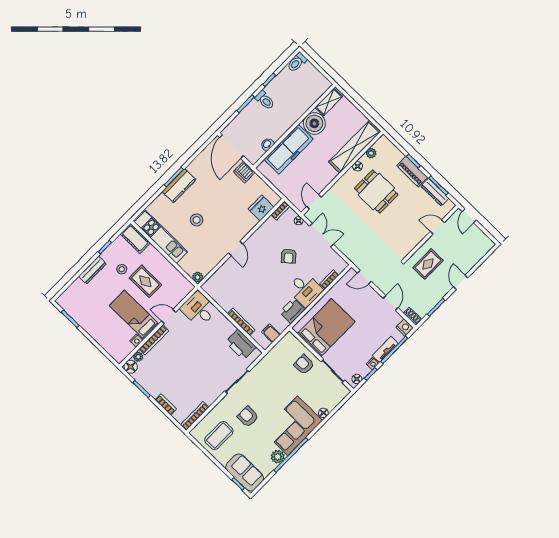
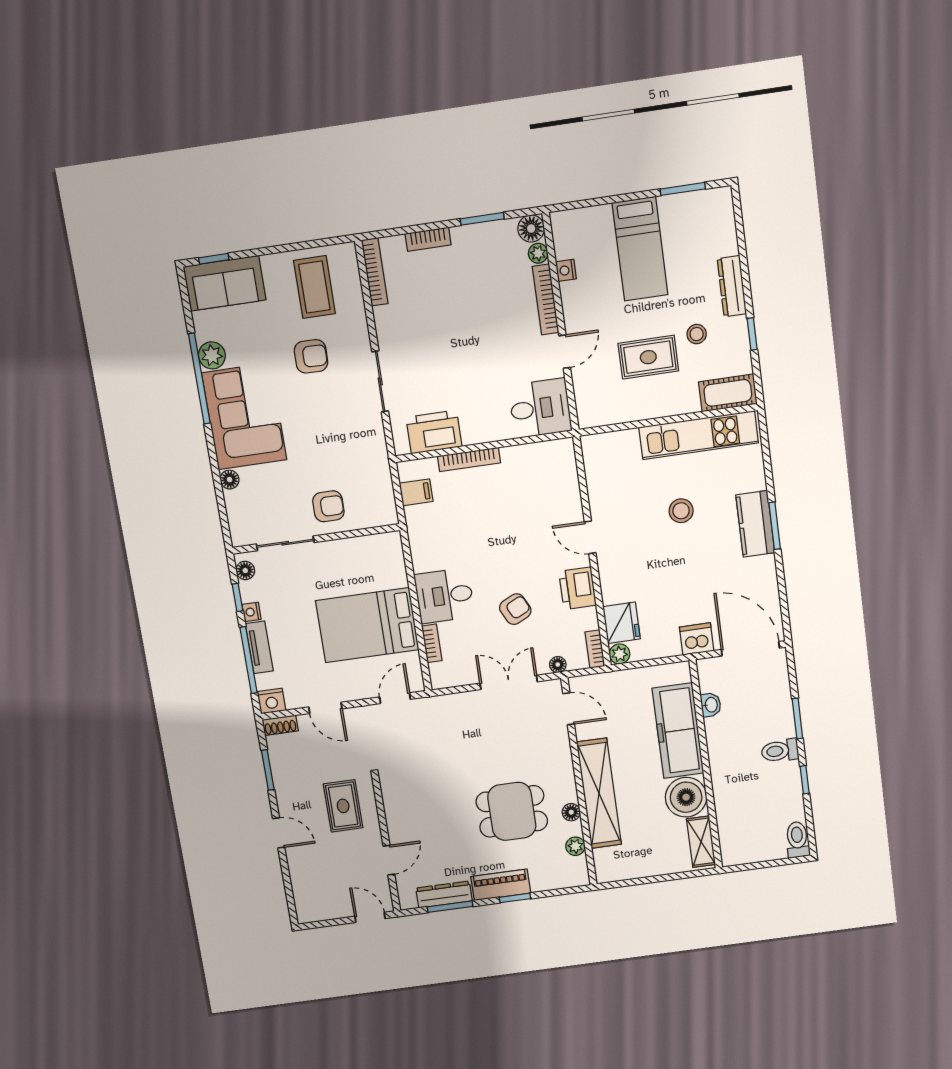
shelving: (355, 147) -> (599, 793), moved
double door: (322, 235) -> (509, 682), swing flipped
armchair: (289, 256) -> (515, 609), turned 106
plant: (198, 277) -> (620, 654), moved
printer: (292, 311) -> (578, 588), moved, turned 180
bed: (134, 315) -> (640, 249), moved, turned 90
bed: (326, 328) -> (367, 625), moved, turned 90

